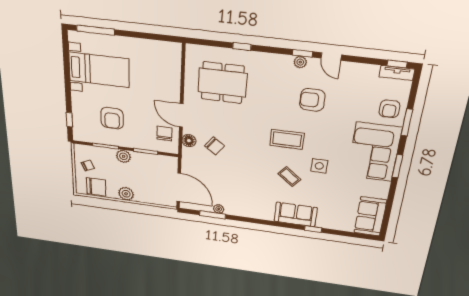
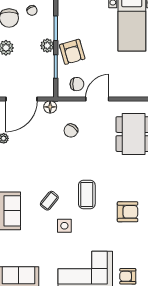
armchair: (312, 100) -> (128, 212), turned 90
armchair: (112, 118) -> (72, 52), moved, turned -106
floor lamp: (189, 141) -> (50, 107), moved

